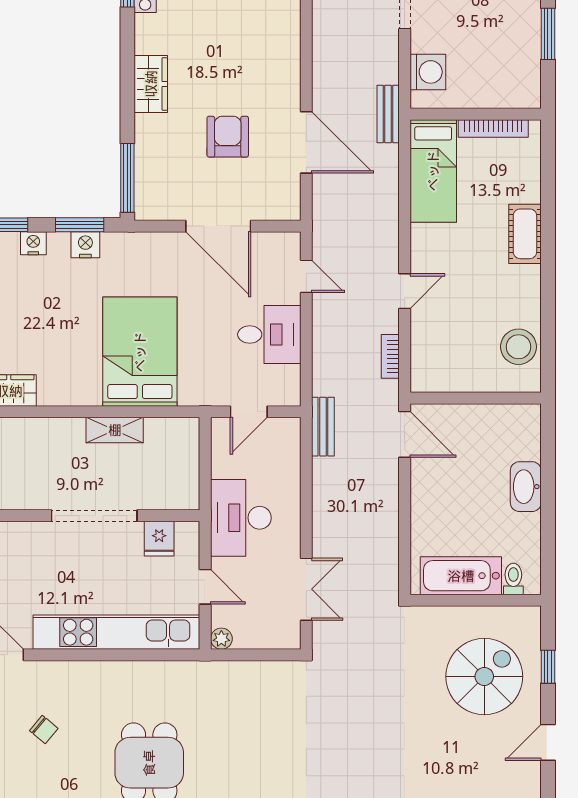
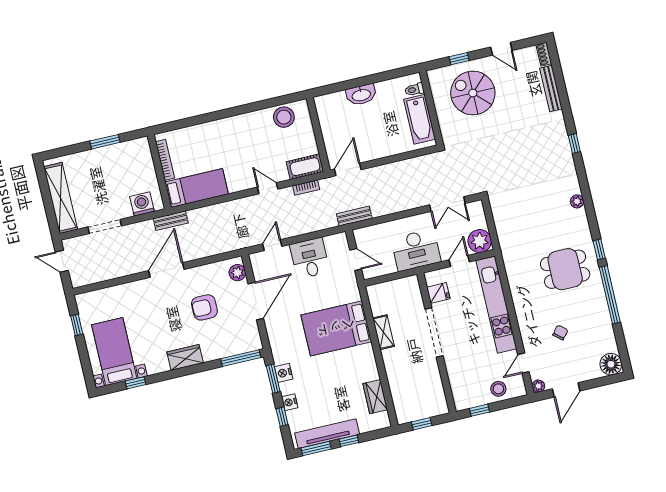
door: (306, 142) -> (166, 270), moved
plant: (274, 206) -> (237, 273), added
cot: (525, 234) -> (305, 167), moved
double door: (306, 589) -> (447, 204), swing flipped
plant: (221, 639) -> (480, 241), width x1.88, depth x1.88

